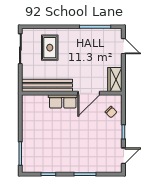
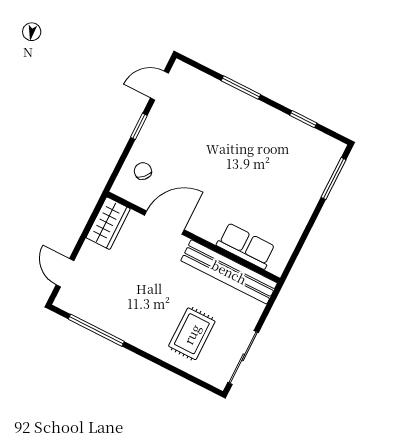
row of seats: (63, 101) -> (246, 246), moved

